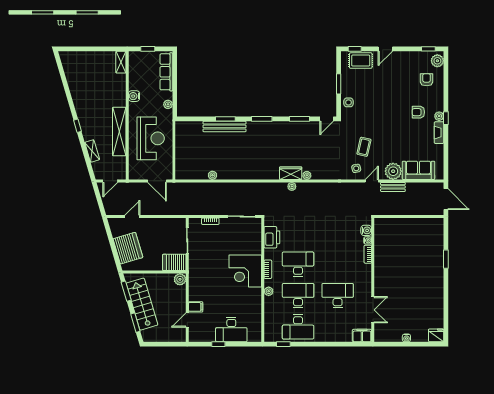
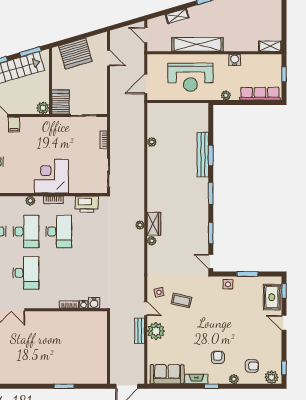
plant: (439, 116) -> (234, 379), moved
sofa: (418, 170) -> (167, 374), moved, turned -90

